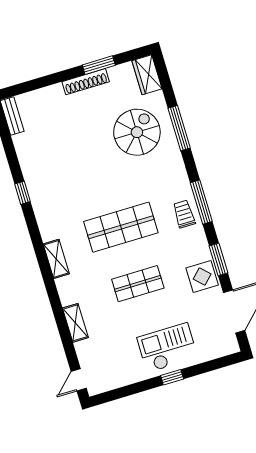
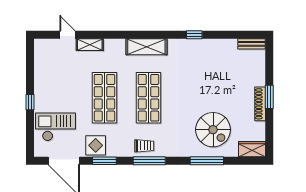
window: (99, 65) -> (269, 97), moved
shelving: (56, 259) -> (146, 47), width x1.50, depth x1.33
shop shelf: (138, 284) -> (104, 98), width x1.43, depth x1.36
checkout: (167, 348) -> (56, 127), moved, turned -90
door: (79, 380) -> (67, 35), moved

